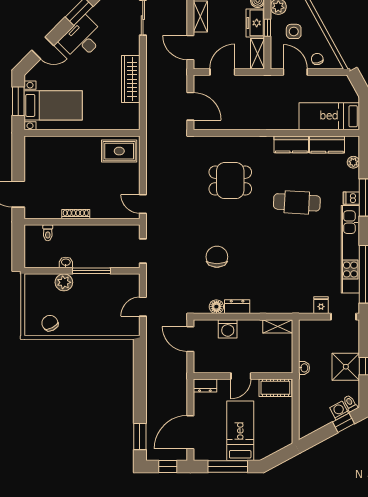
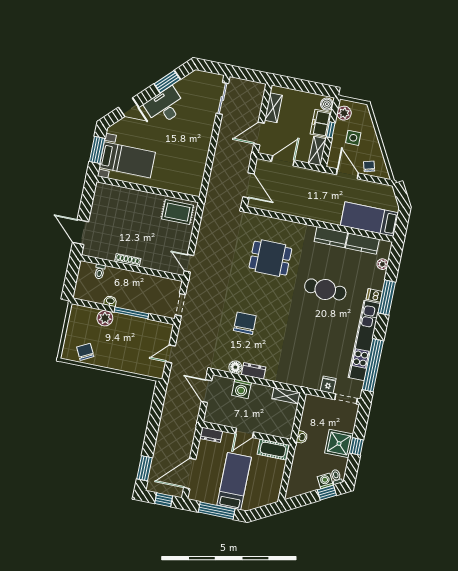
door: (190, 48) -> (259, 133), hinge flipped
wardrobe: (131, 79) -> (201, 151), removed

